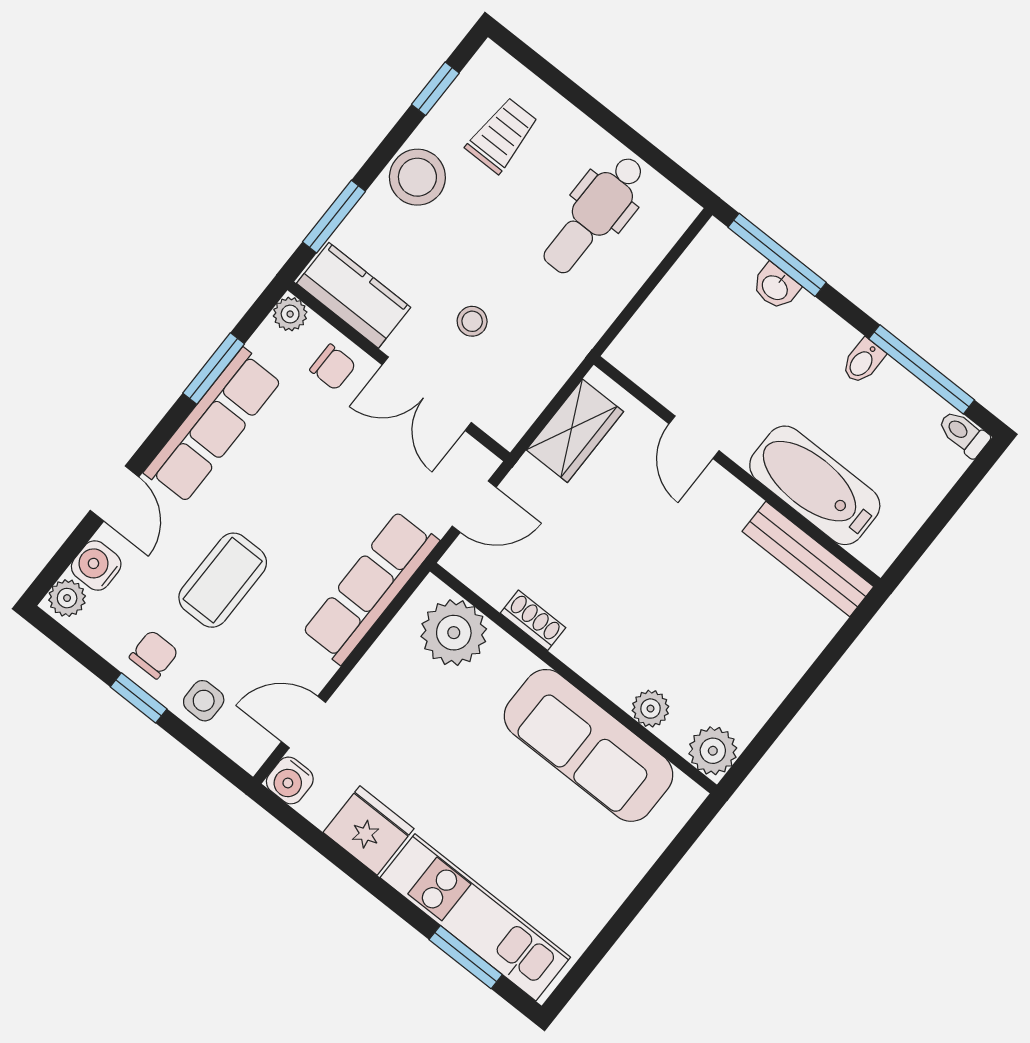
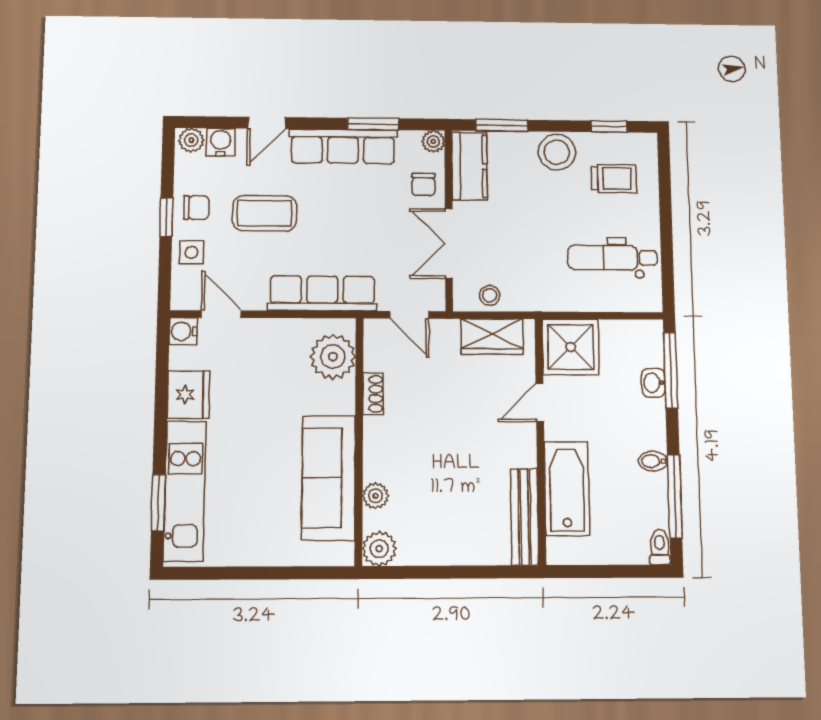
stool: (472, 321) -> (490, 295), moved
shower: (659, 349) -> (571, 347), added

